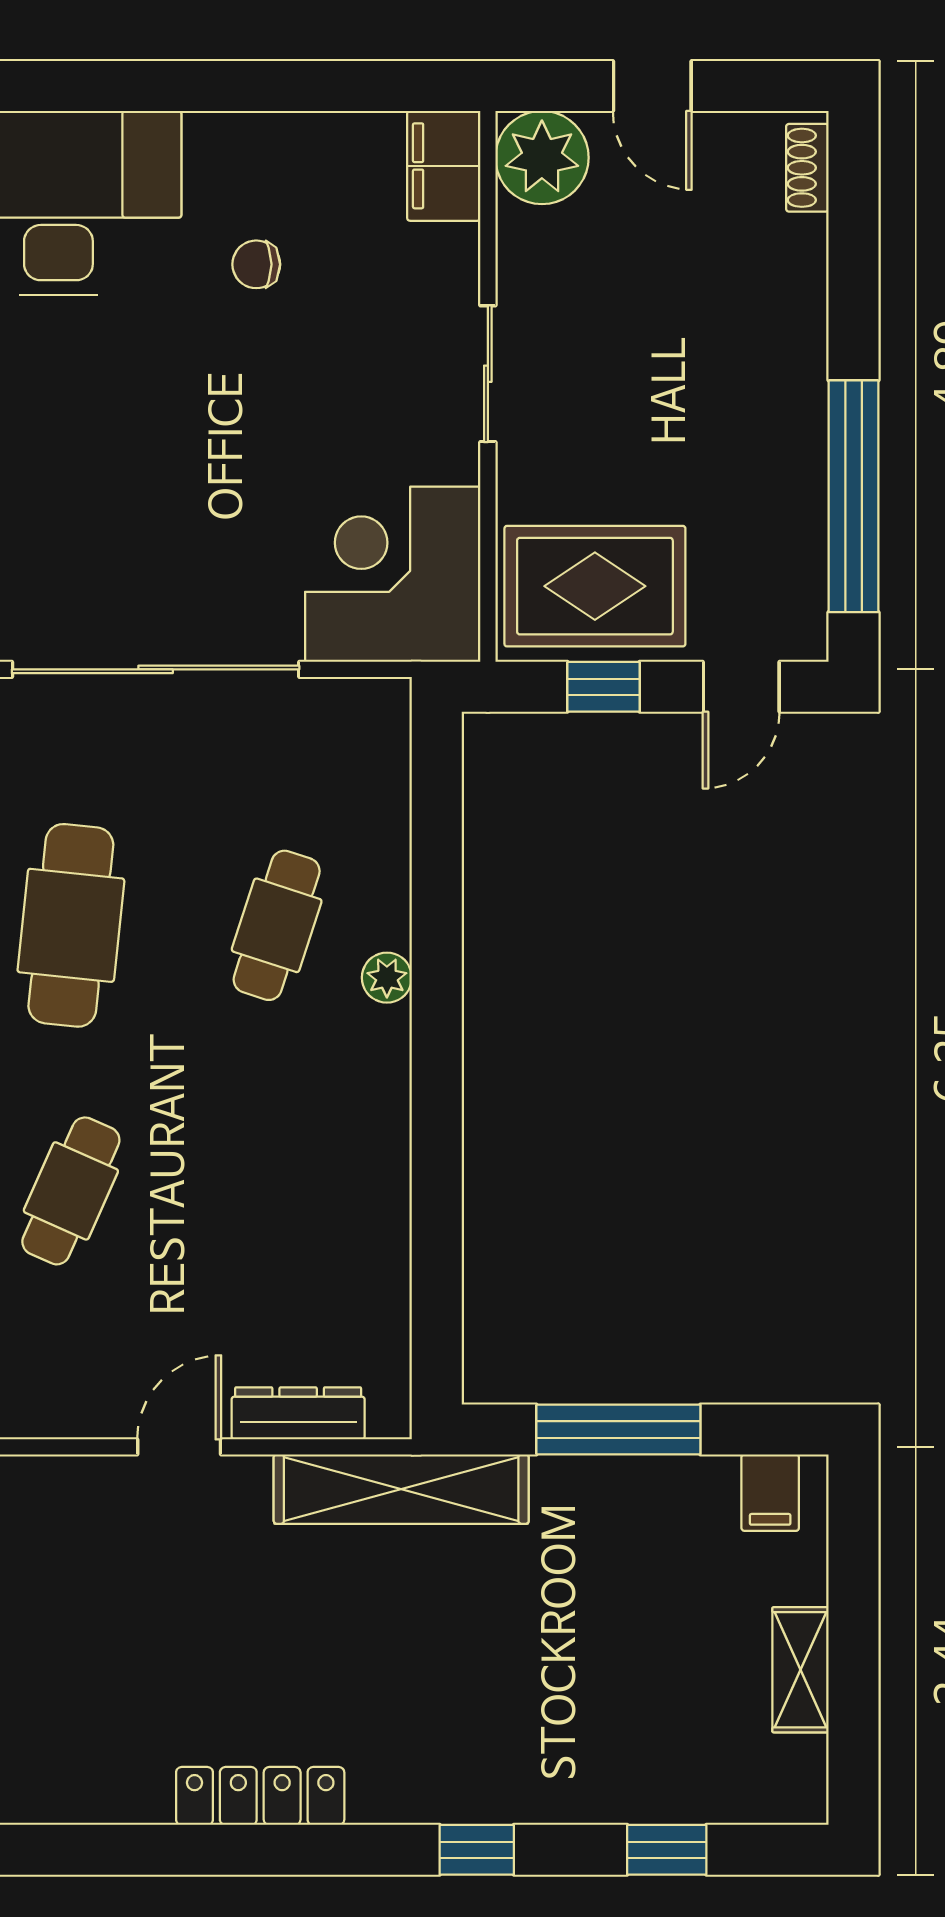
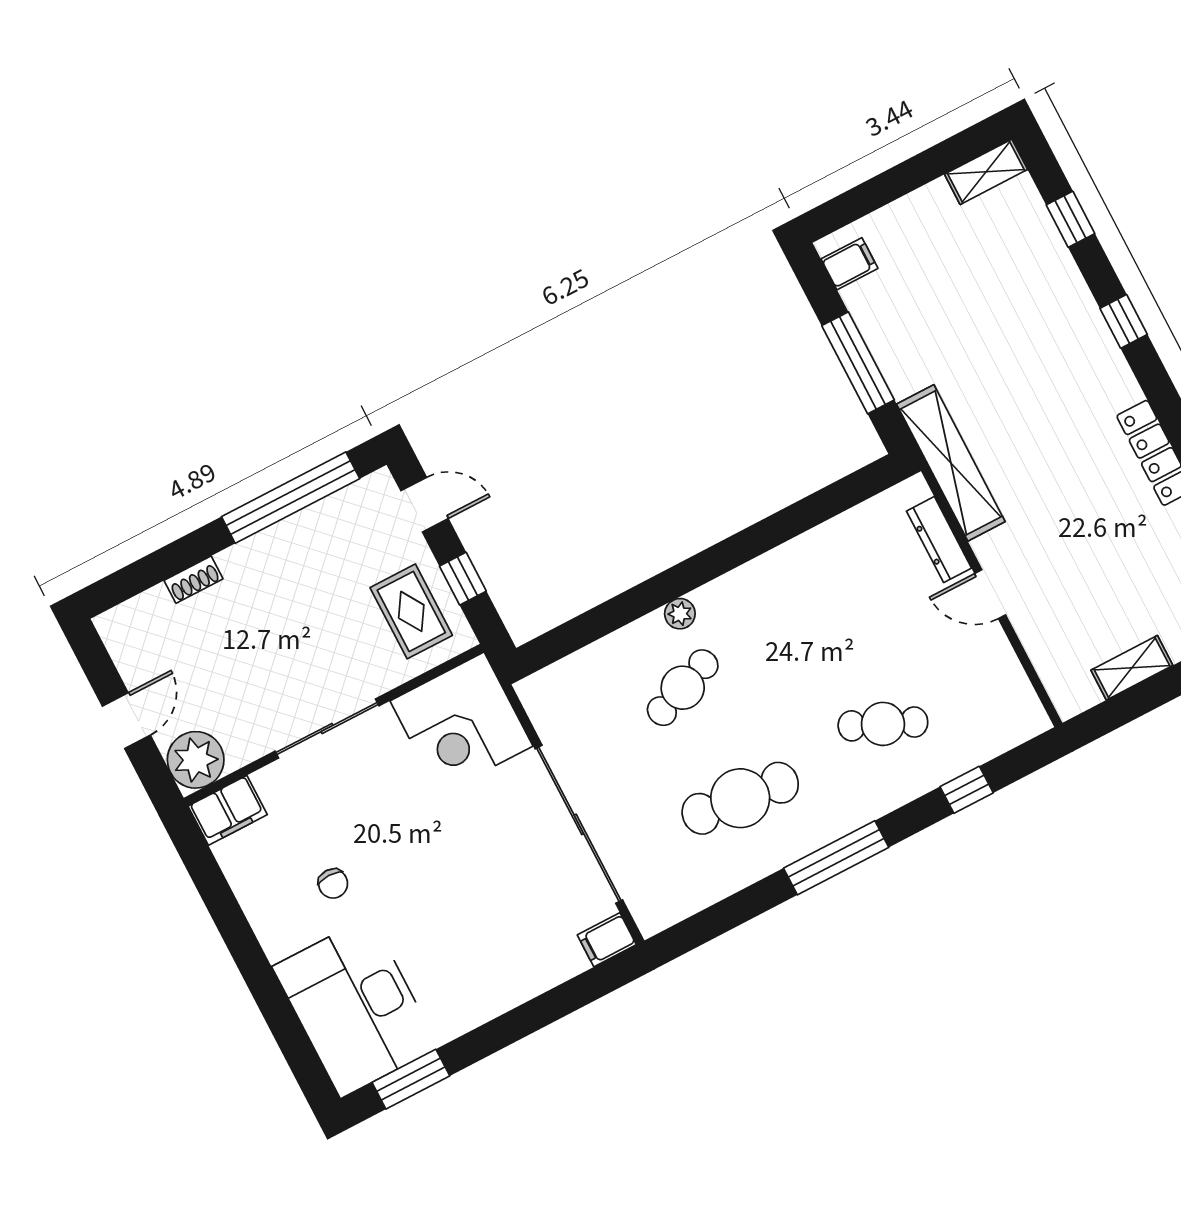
shoe rack: (807, 168) -> (193, 580), moved
sliding door: (488, 374) -> (327, 728), width x1.37
rug: (595, 586) -> (411, 611), width x0.73, depth x0.70
cafe table: (277, 925) -> (683, 688), turned -39
shelving: (800, 1670) -> (986, 172), moved

